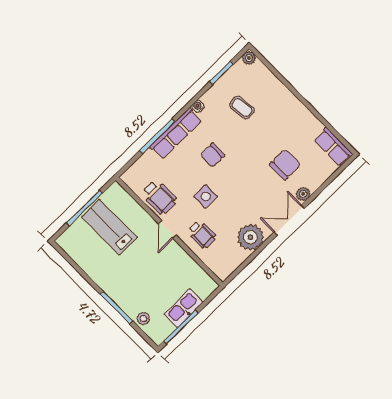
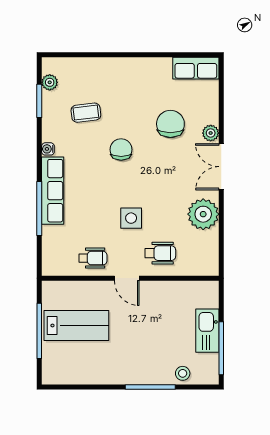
plant: (249, 58) -> (50, 82), moved
chair: (213, 155) -> (121, 150), moved, turned 180
wheelchair: (159, 197) -> (93, 258), width x0.73, depth x0.73
lab bench: (109, 227) -> (76, 326), turned 180

